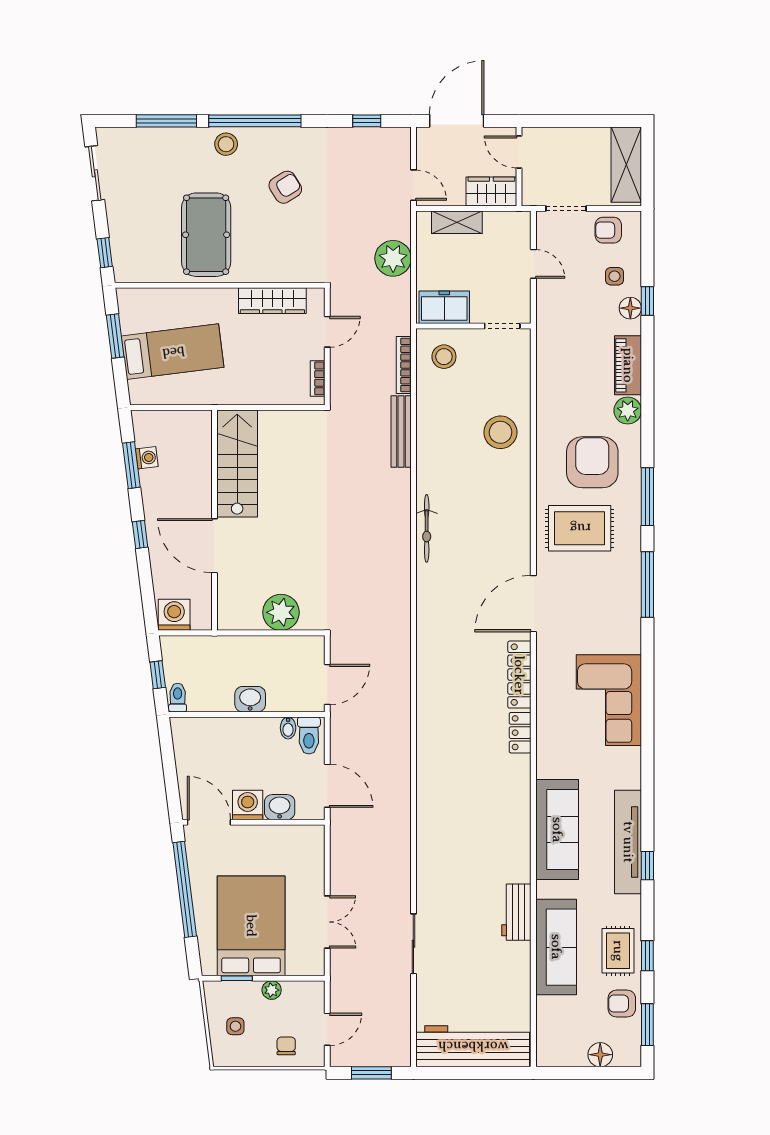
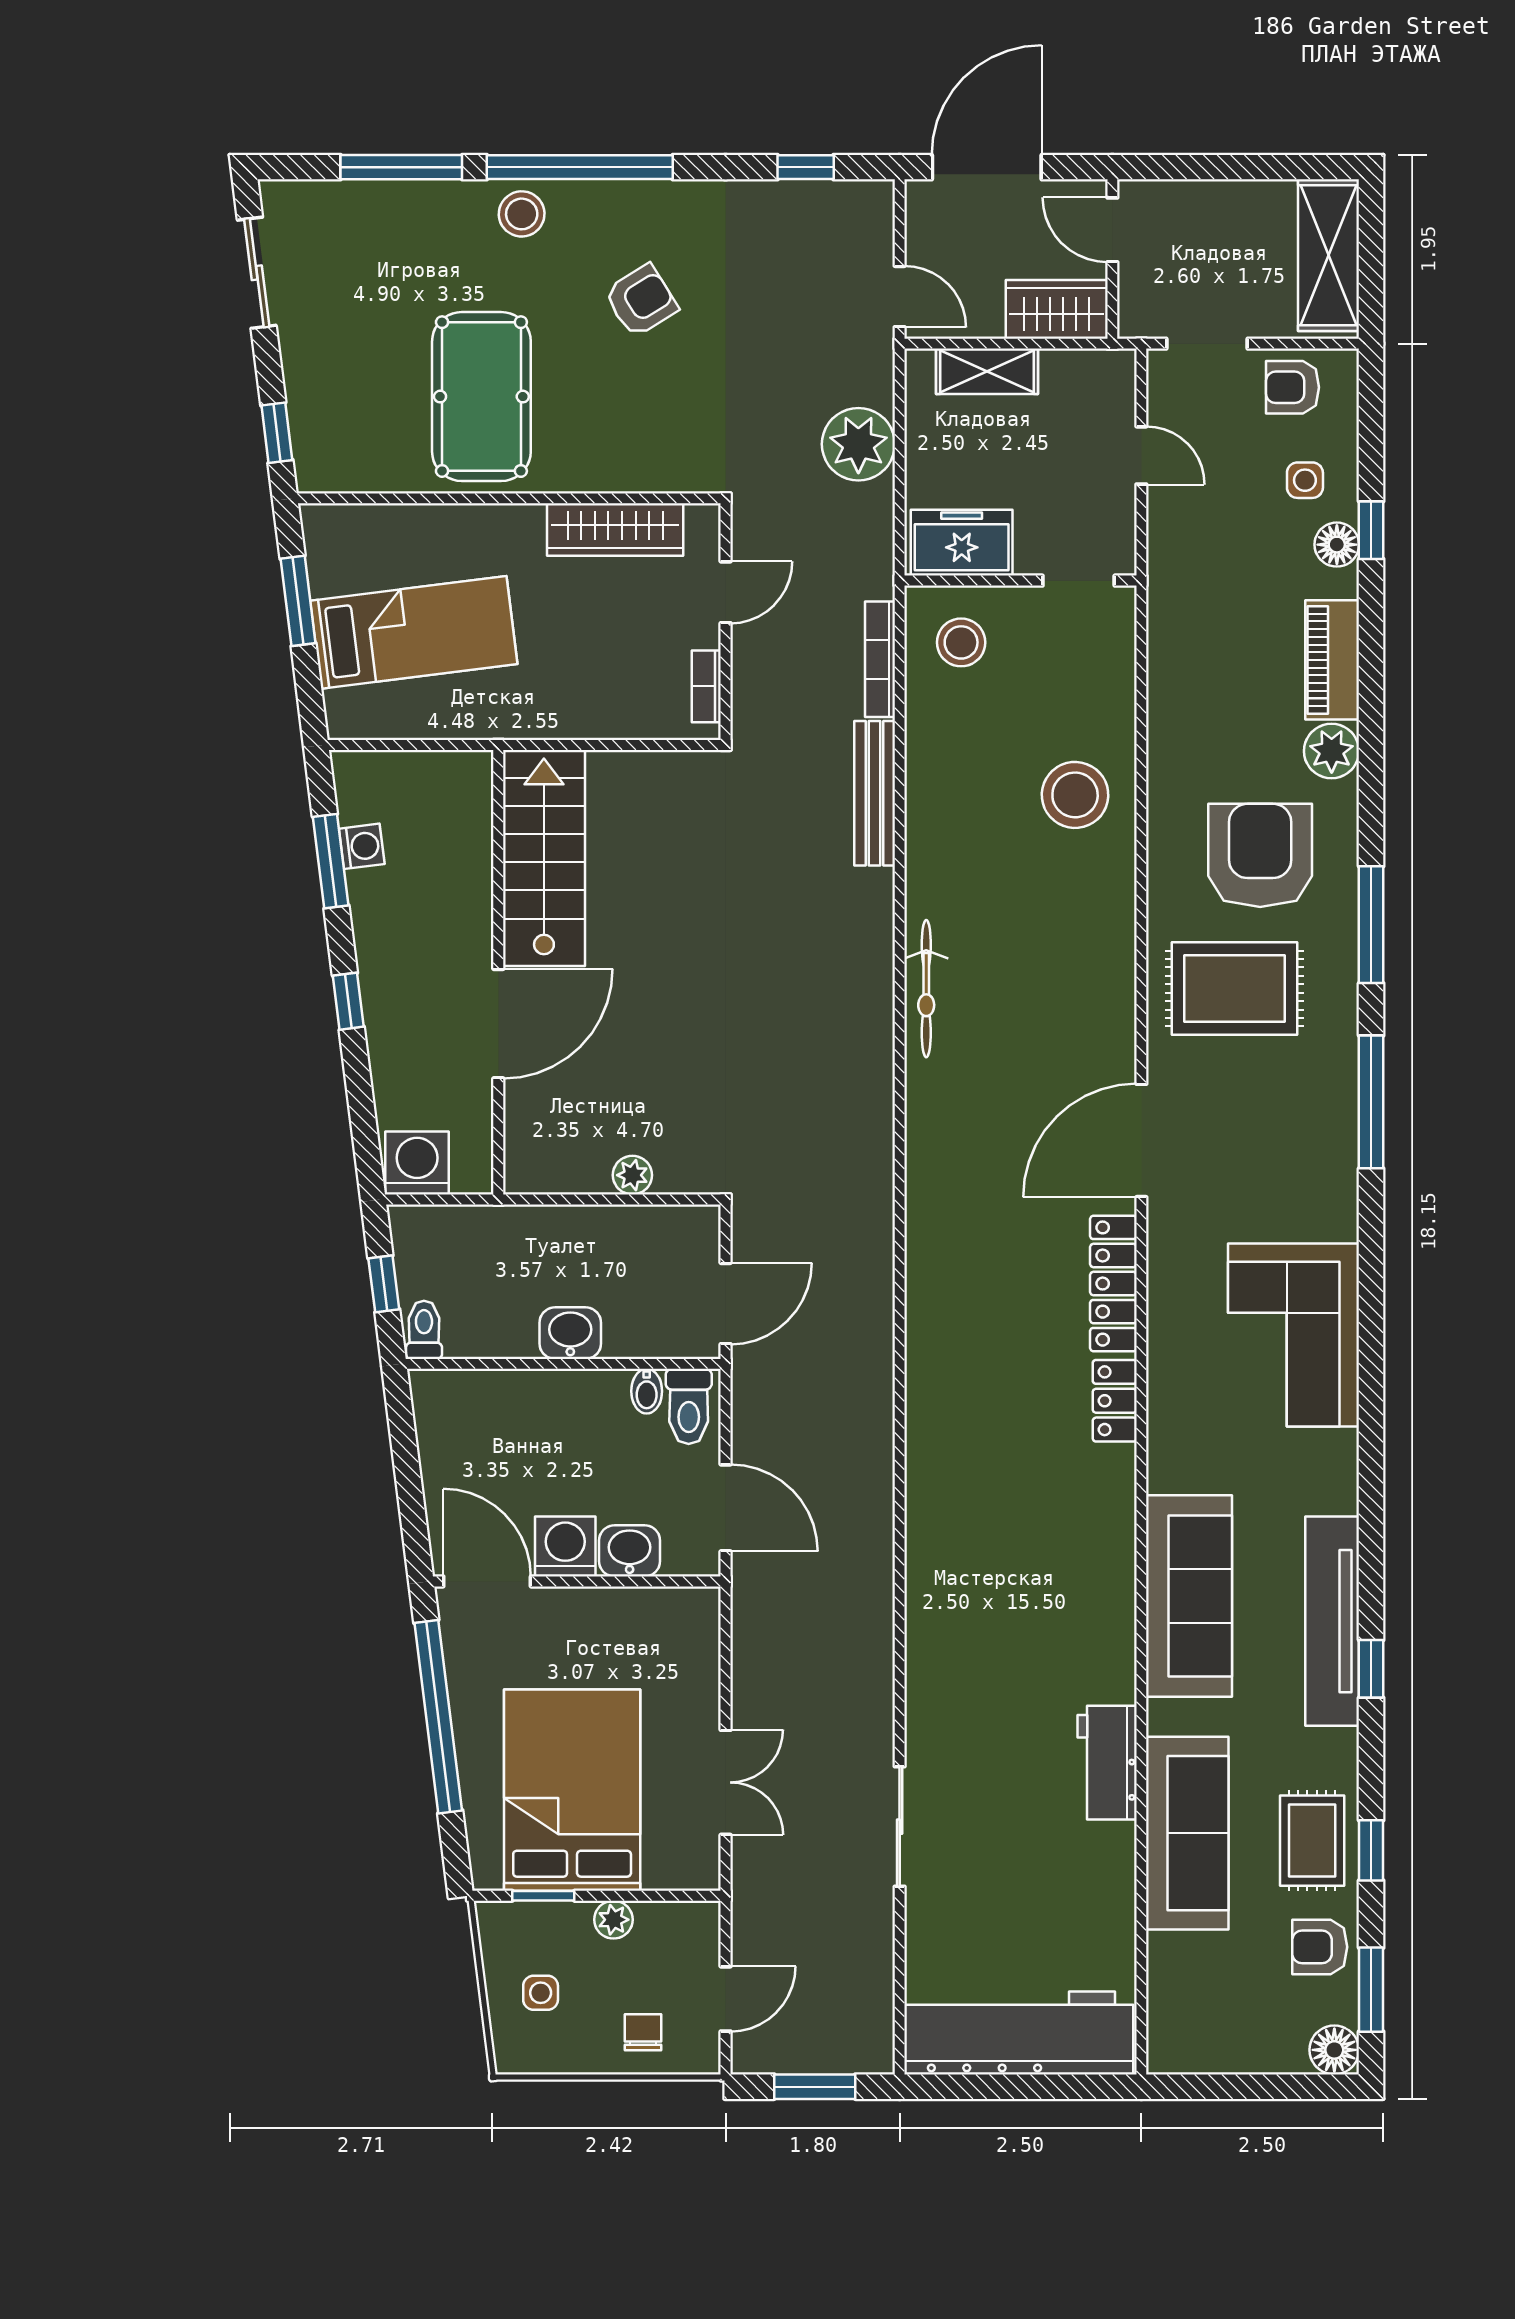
door: (214, 546) -> (498, 1024), swing flipped
plant: (281, 612) -> (632, 1175), width x0.53, depth x0.53
floor lamp: (600, 1055) -> (1334, 2050), moved

